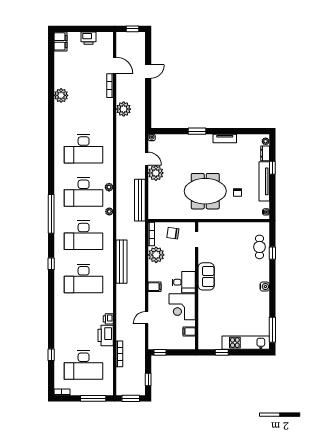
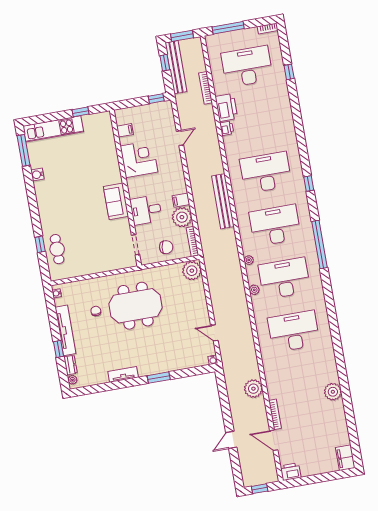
printer: (88, 38) -> (291, 472), moved
plant: (156, 173) -> (192, 271), moved
bench: (140, 200) -> (176, 67), moved
desk: (184, 282) -> (146, 210), moved
filing cabinet: (155, 287) -> (181, 200), moved
water cooler: (265, 287) -> (37, 175), moved

